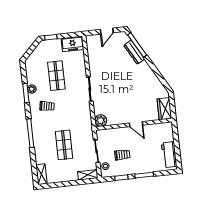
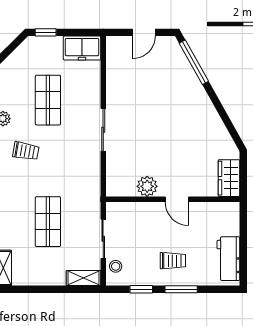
dresser: (134, 52) -> (187, 74), removed
plant: (101, 120) -> (147, 186), moved
trolley: (122, 155) -> (173, 261), moved

